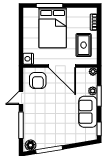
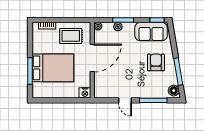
armchair: (38, 80) -> (156, 62), moved, turned -90
sofa: (88, 112) -> (151, 32), moved

